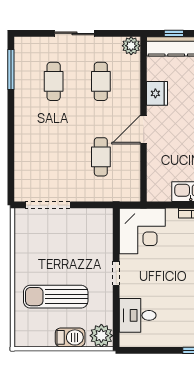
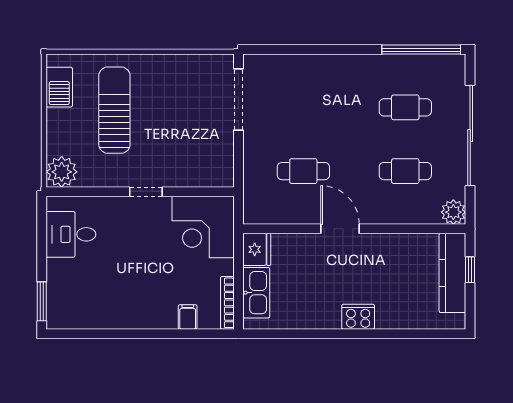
sliding door: (74, 33) -> (470, 135), width x1.86
window: (11, 69) -> (421, 50), width x1.46
fridge: (157, 93) -> (257, 249), moved, turned -90
desk: (138, 315) -> (71, 234), moved, turned -90
barbecue: (70, 337) -> (59, 87), moved

